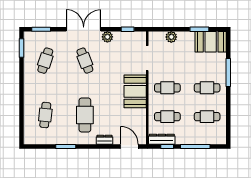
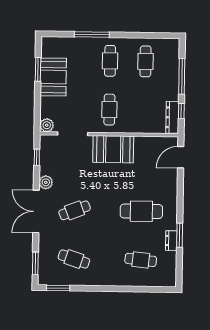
plant: (171, 37) -> (47, 125), moved
booth: (211, 42) -> (53, 77), moved
cafe table: (167, 117) -> (145, 110), removed
dresser: (104, 140) -> (171, 241), moved

